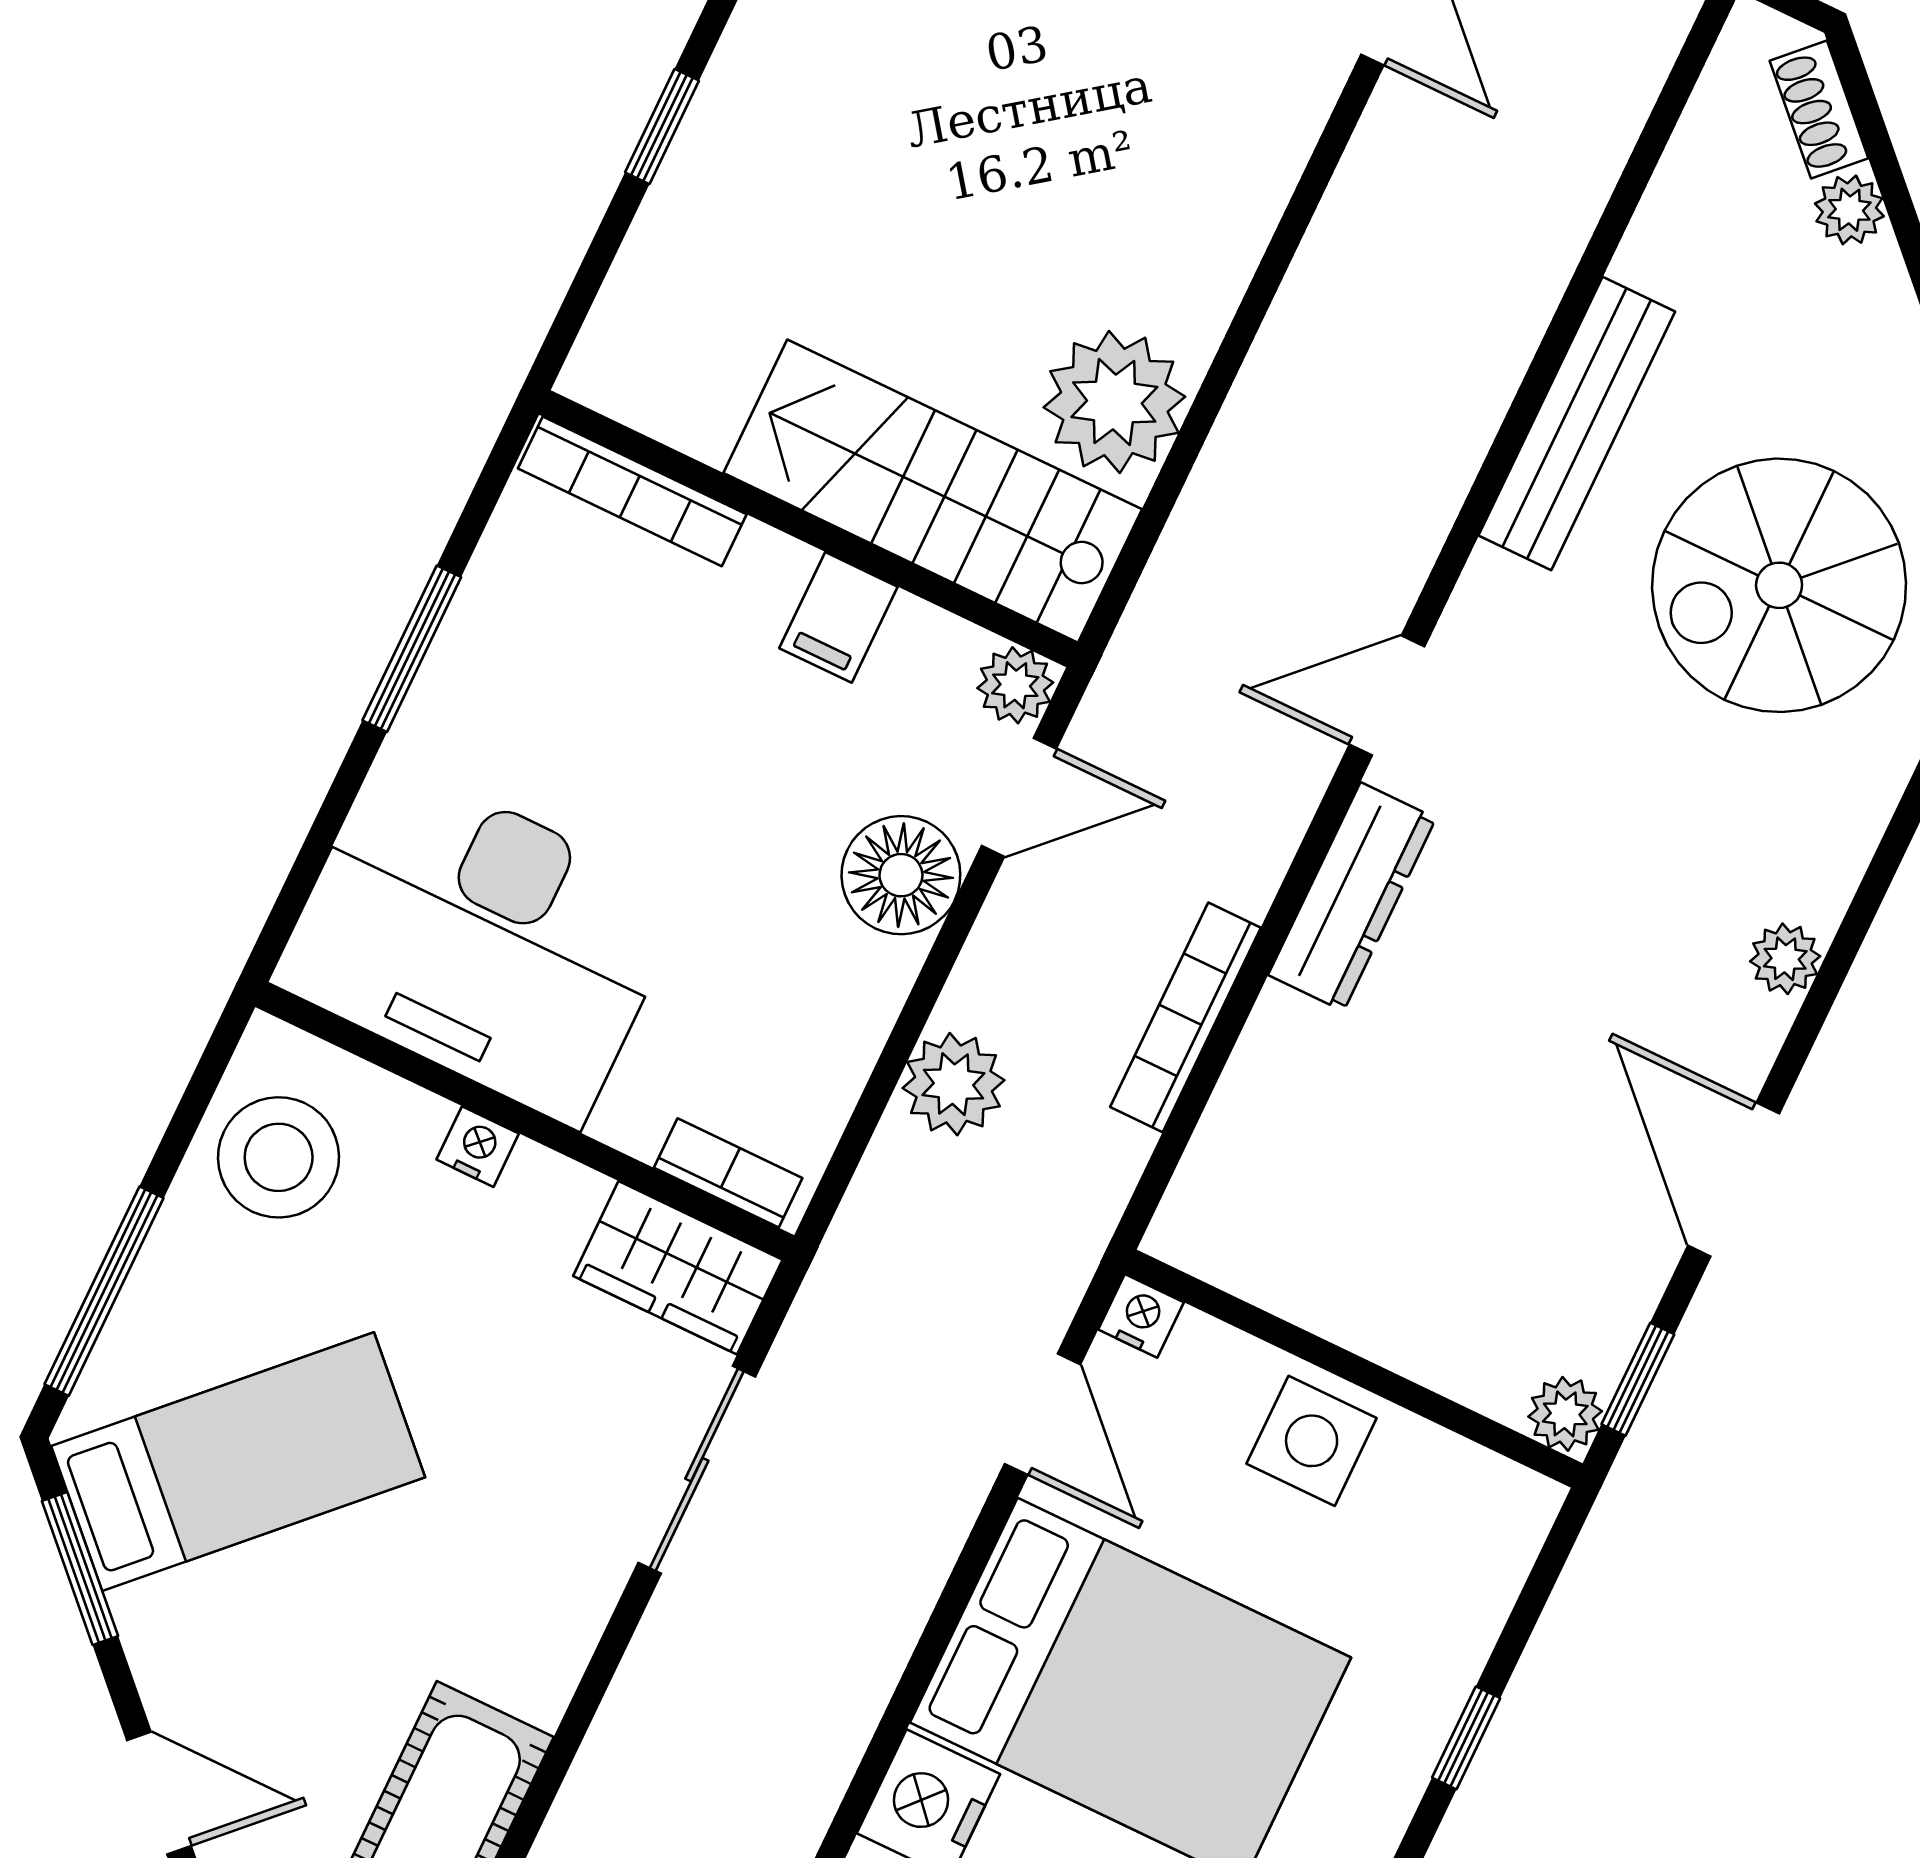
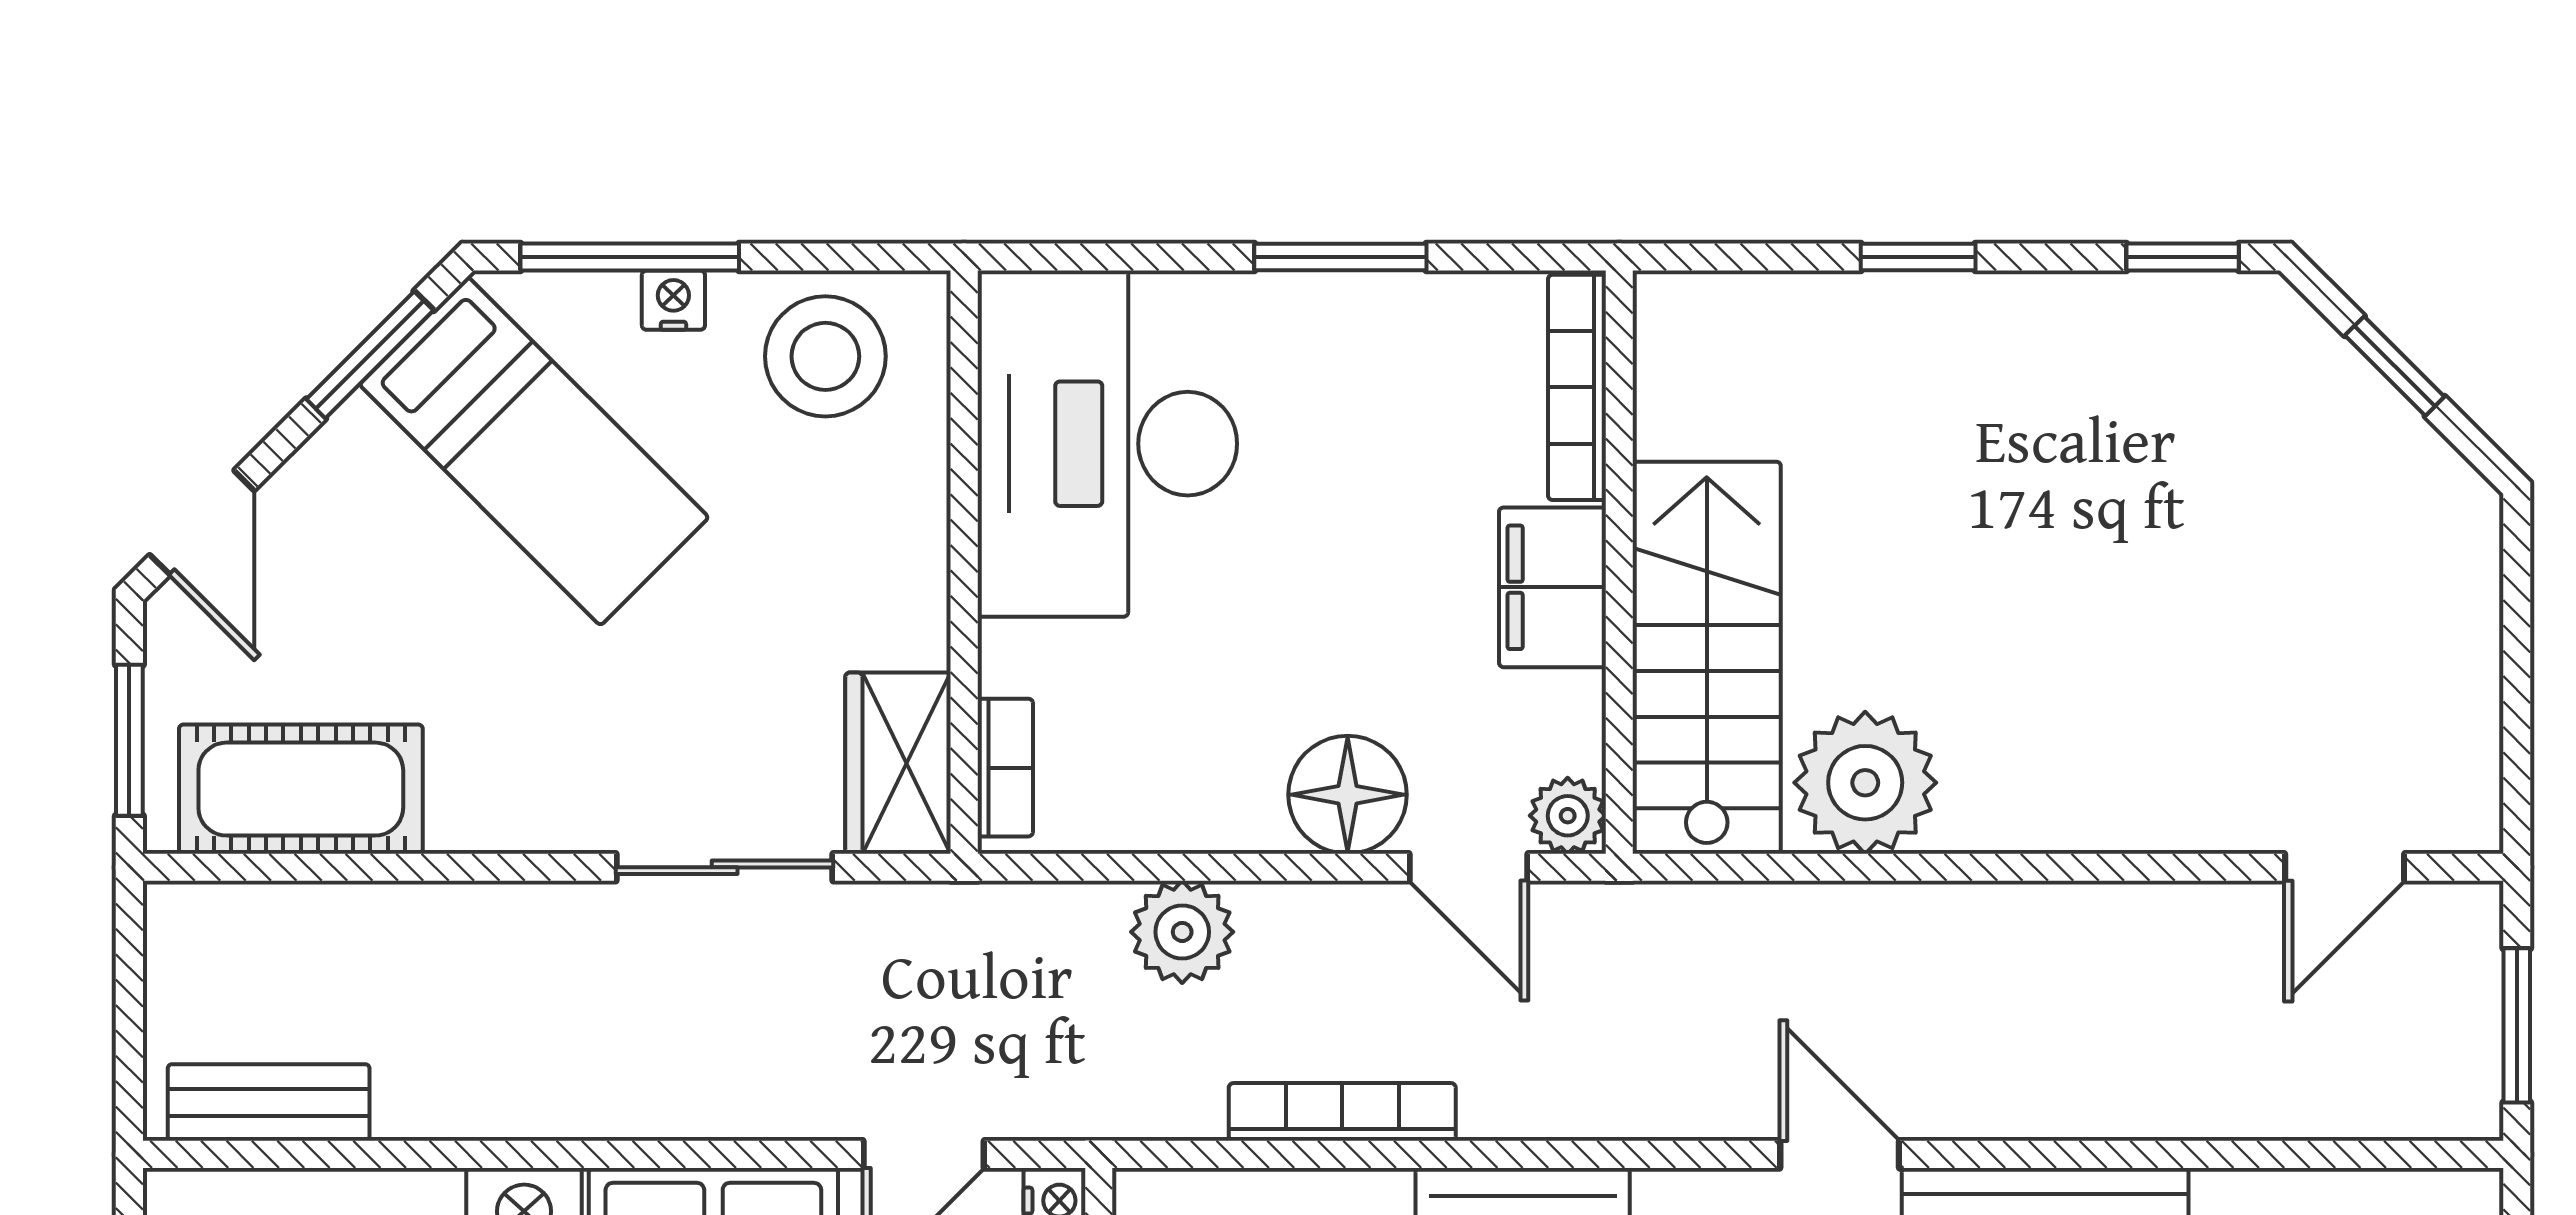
filing cabinet: (838, 617) -> (1552, 587), width x2.00
door: (1387, 696) -> (1840, 1154), moved
nightstand: (478, 1147) -> (673, 300), moved, turned -90

